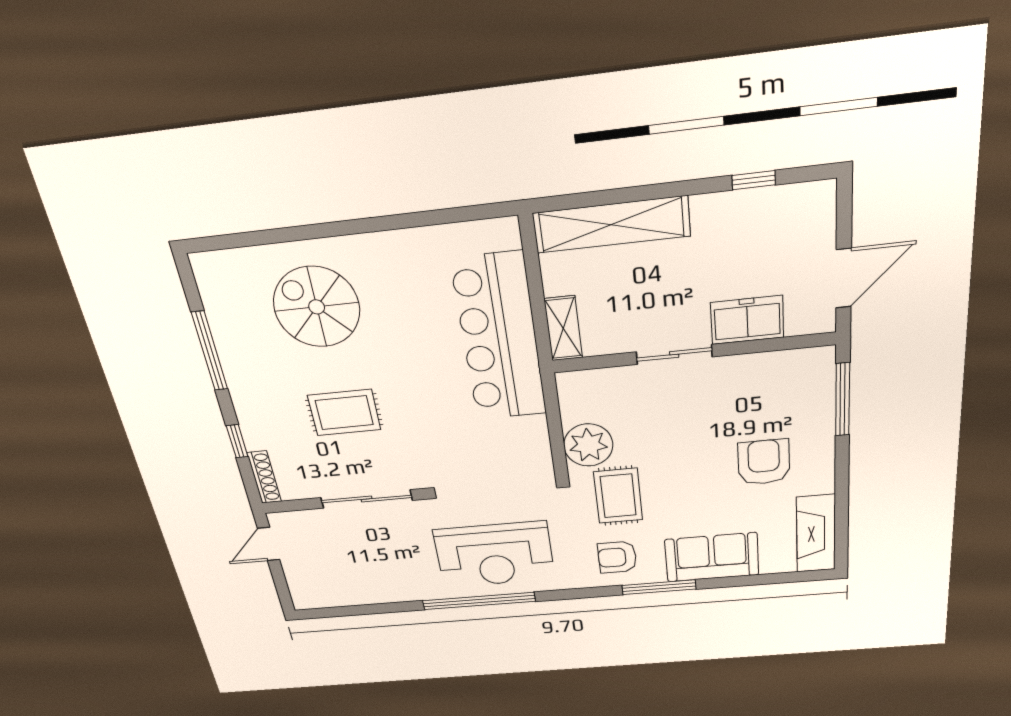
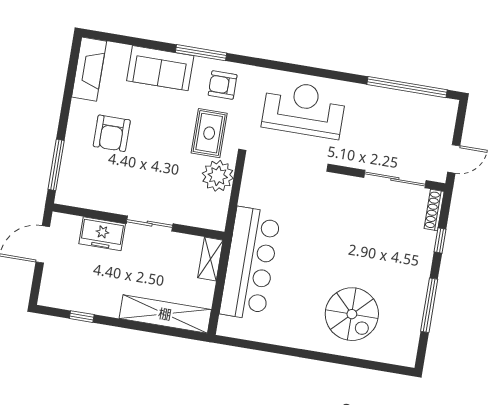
rug: (344, 413) -> (363, 241), removed
sliding door: (367, 499) -> (395, 179), moved
armchair: (617, 557) -> (223, 85), turned 180
window: (479, 601) -> (407, 87), moved

